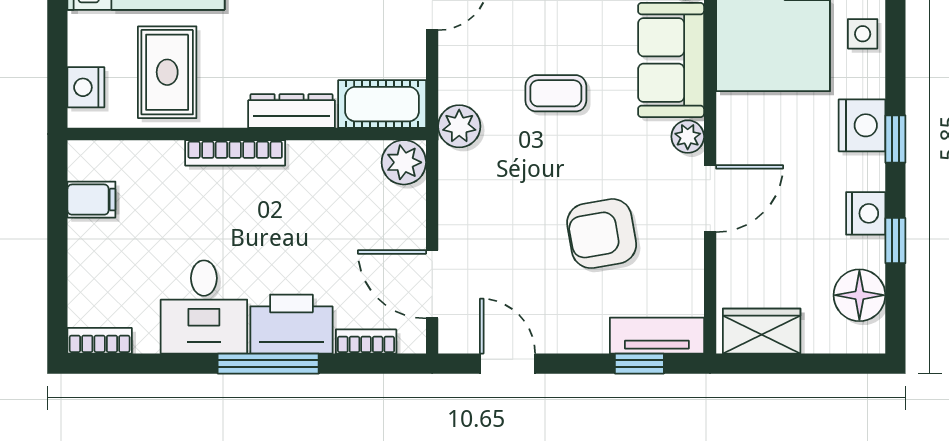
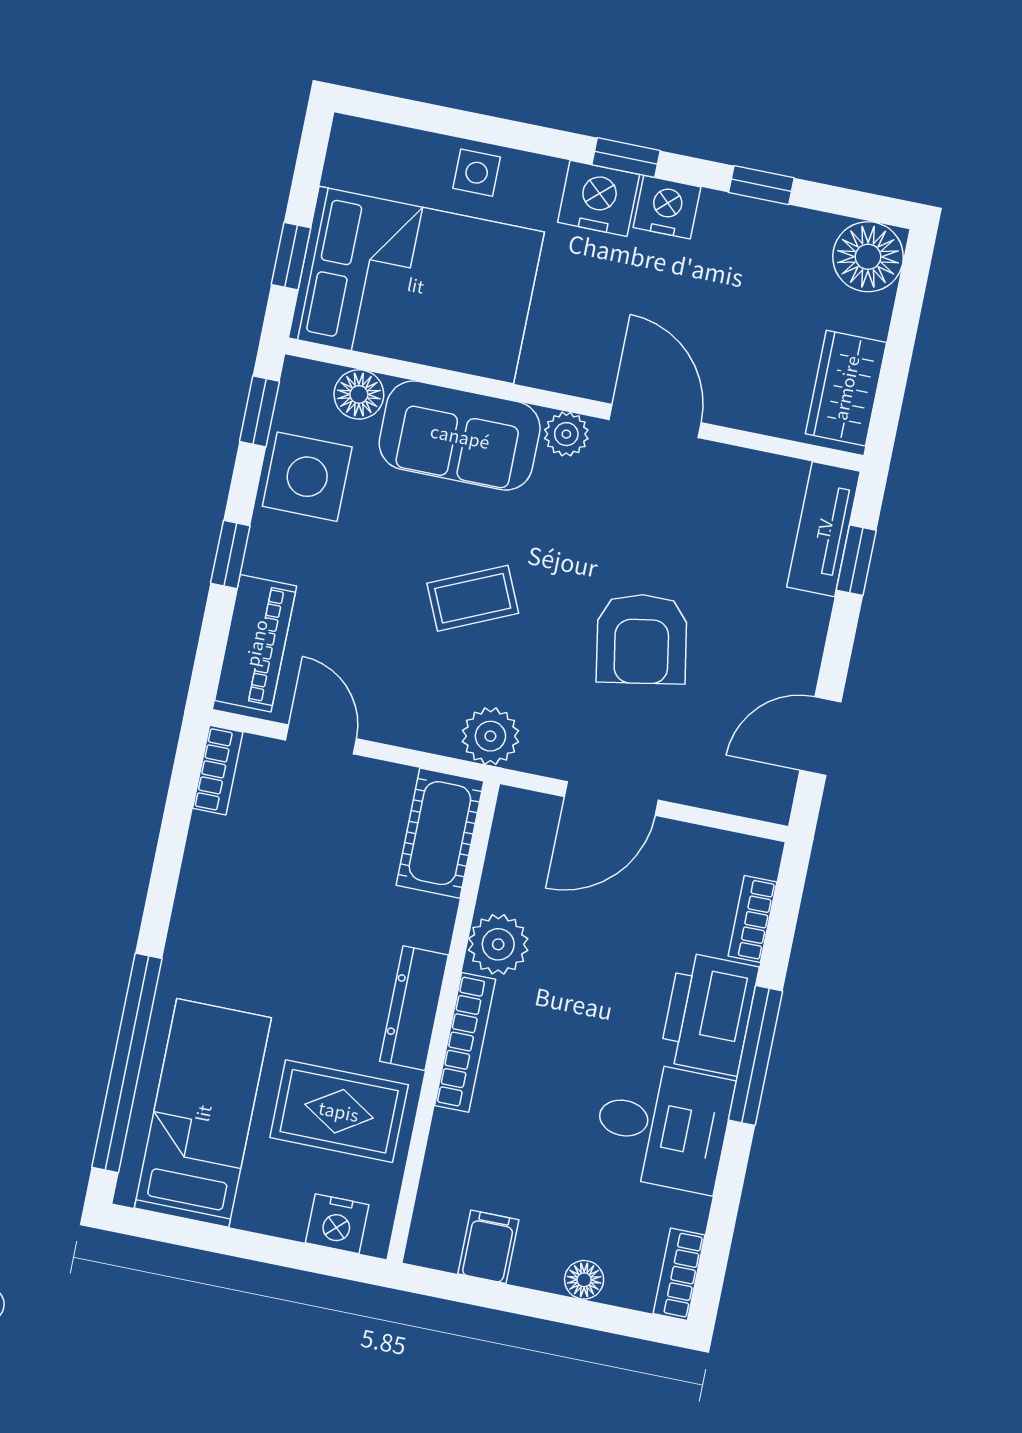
coffee table: (556, 93) -> (473, 598), turned 66
dresser: (292, 111) -> (414, 1008), moved
plant: (404, 162) -> (498, 944), moved
nightstand: (866, 213) -> (667, 207), moved
armchair: (602, 234) -> (642, 639), moved
floor lamp: (82, 273) -> (584, 1280), added
door: (432, 284) -> (611, 798), moved
floor lamp: (859, 295) -> (868, 257), moved

